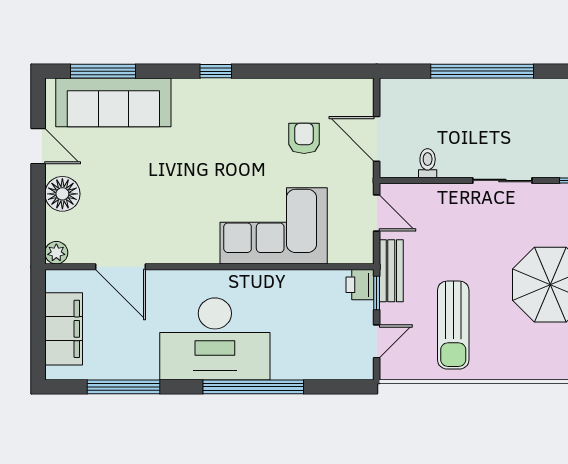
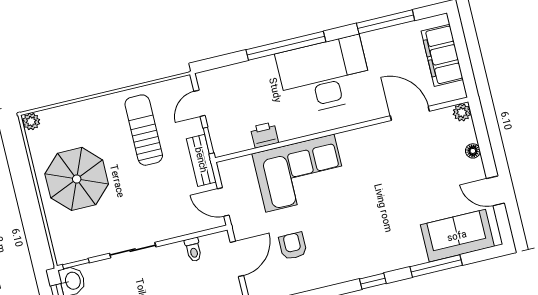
window: (103, 71) -> (436, 266), moved
sofa: (113, 102) -> (457, 236), width x0.73
armchair: (304, 138) -> (293, 246), turned 180
door: (377, 139) -> (237, 259), hinge flipped
floor lamp: (62, 194) -> (473, 151), width x0.53, depth x0.53
printer: (360, 285) -> (264, 135), moved, turned -90

